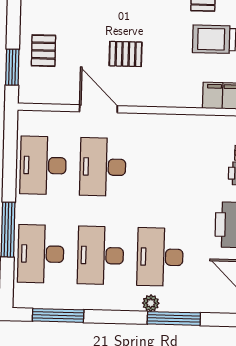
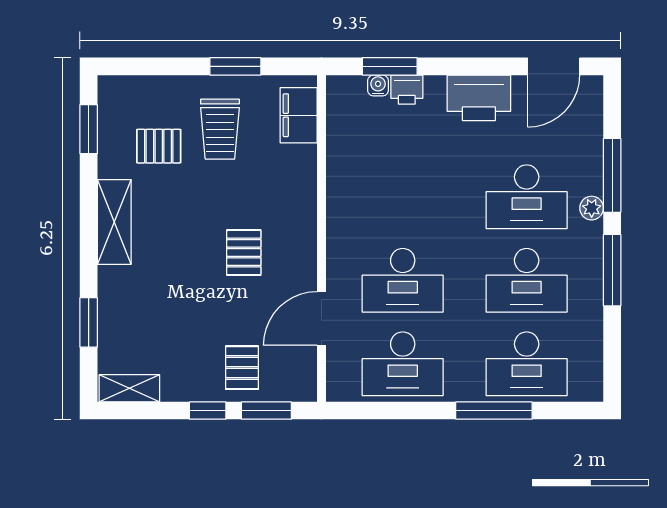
window: (13, 25) -> (208, 411), added
pallet: (43, 51) -> (242, 368), turned 90
door: (98, 109) -> (321, 318), moved
window: (58, 315) -> (612, 270), moved

